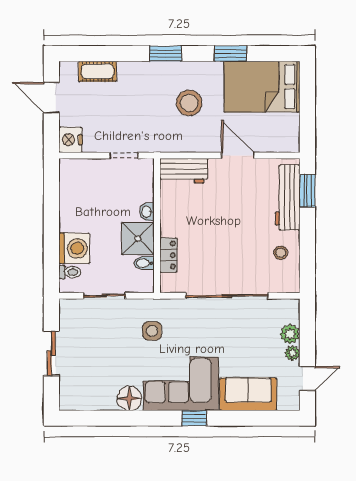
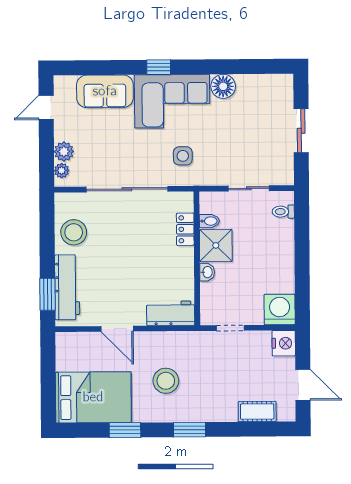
washing machine: (74, 248) -> (280, 309), moved, turned 90
stool: (281, 253) -> (74, 232), width x1.89, depth x1.89
side table: (152, 331) -> (183, 156), moved
plant: (292, 353) -> (62, 171), moved

